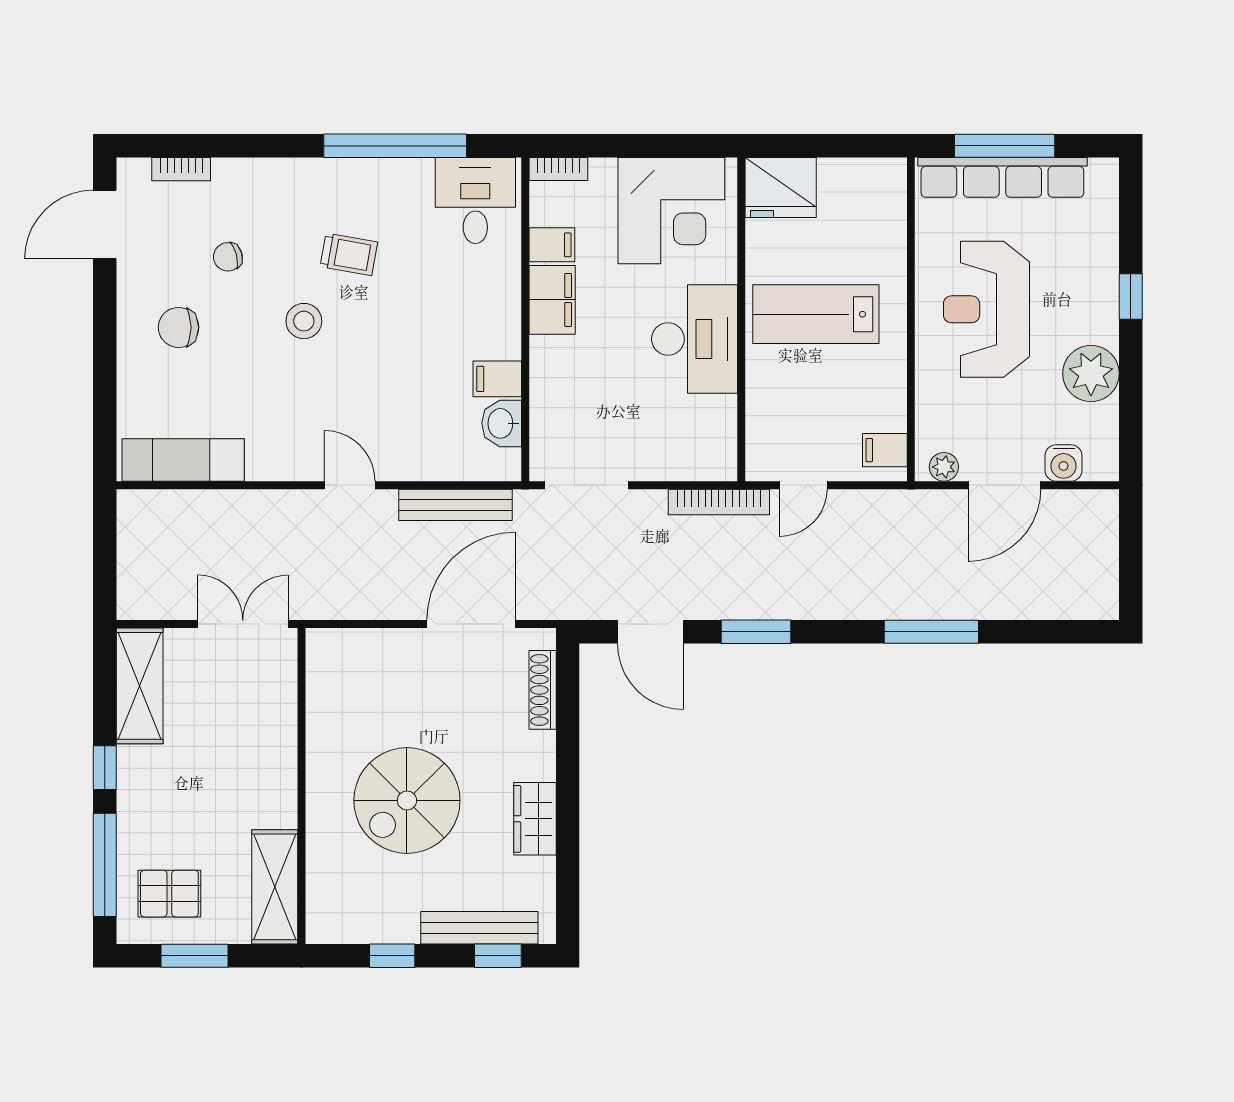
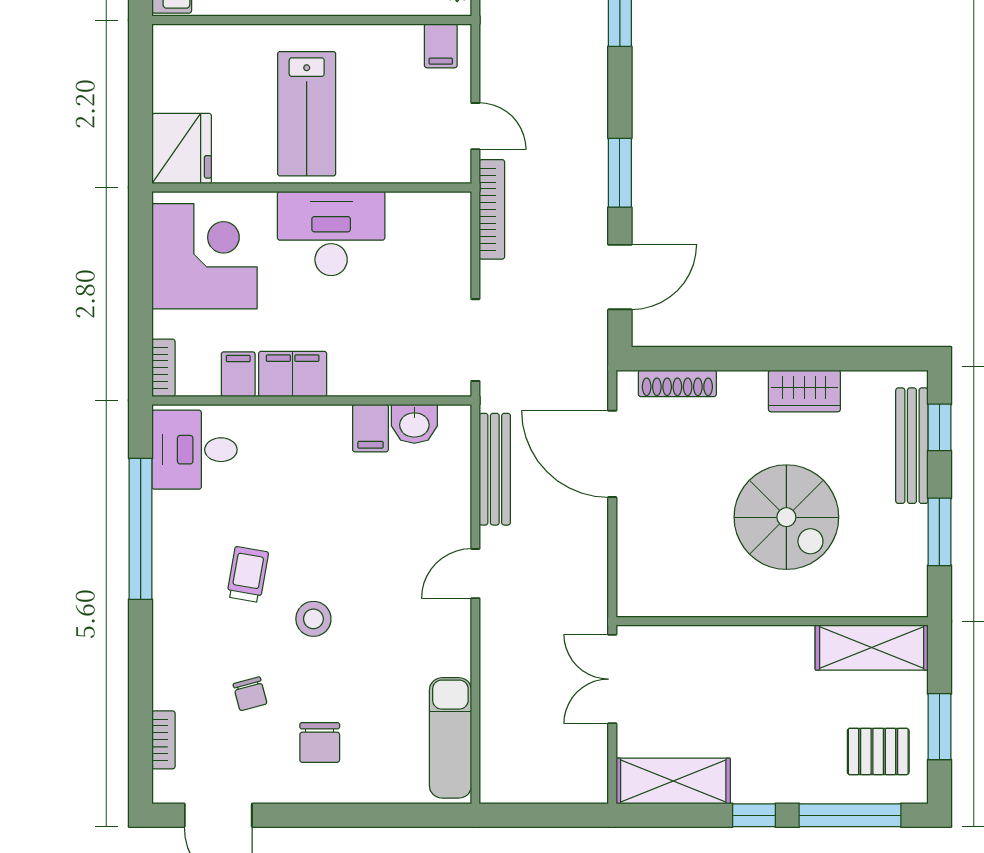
pallet: (169, 894) -> (878, 751), turned 90
window: (392, 956) -> (939, 532), width x1.50

